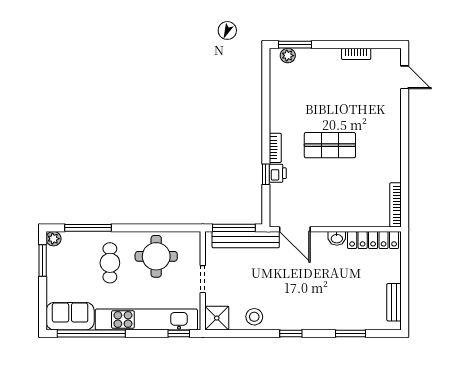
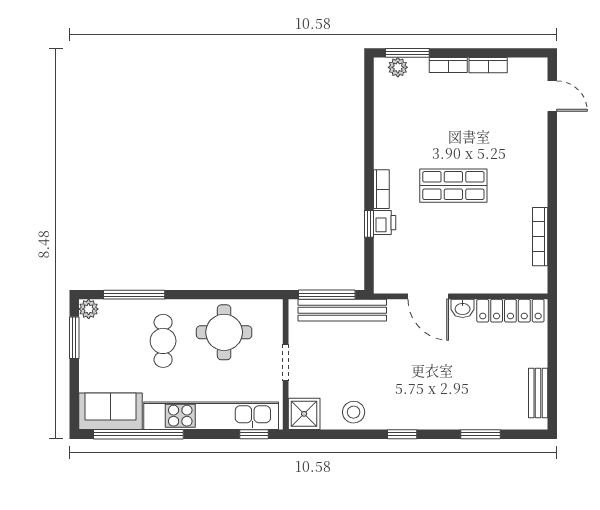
bookcase: (326, 54) -> (448, 65), added
bookcase: (396, 205) -> (540, 237), moved
door: (295, 229) -> (428, 296), moved

